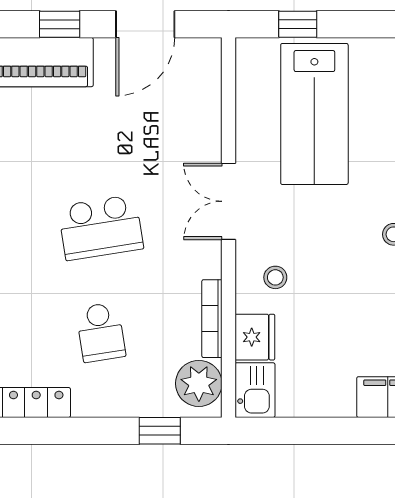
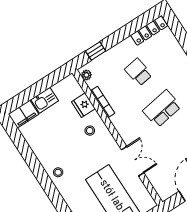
double door: (228, 201) -> (133, 161), moved
plant: (199, 383) -> (86, 75), width x0.53, depth x0.53
kitchen sink: (255, 390) -> (45, 100), moved, turned -90

